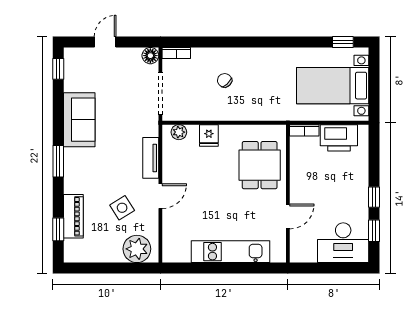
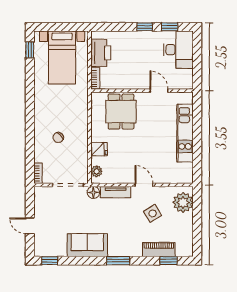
floor lamp: (150, 56) -> (93, 192), moved
dining table: (260, 165) -> (121, 112), turned 90

